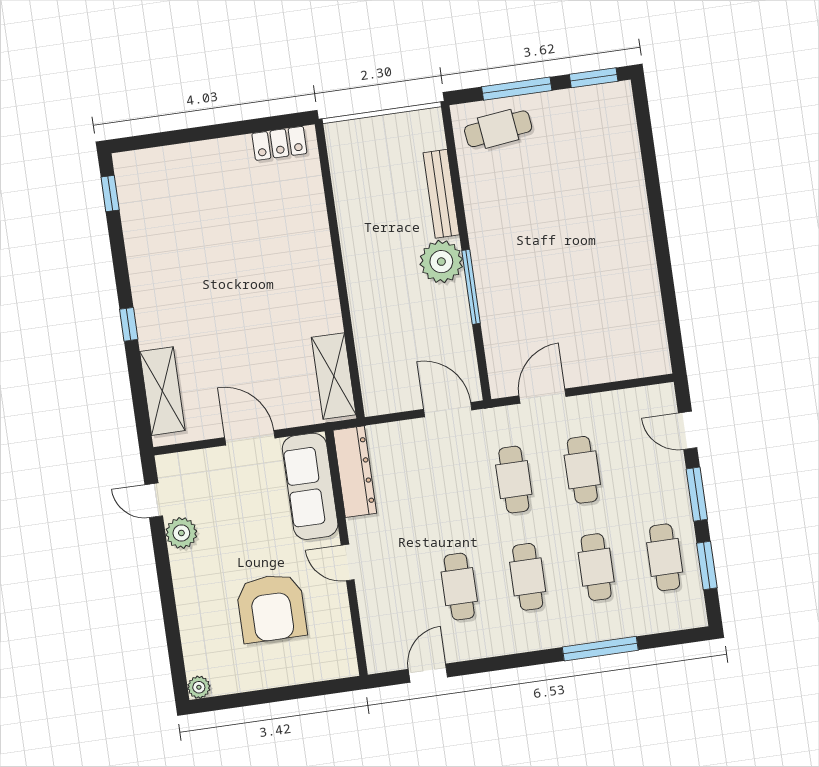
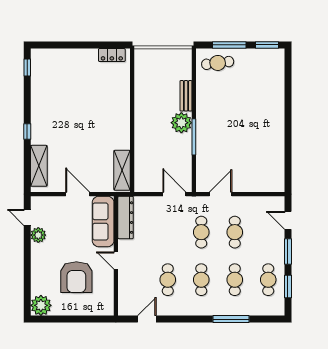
bench: (441, 194) -> (186, 96), width x0.73
plant: (199, 687) -> (41, 305), width x1.87, depth x1.87

